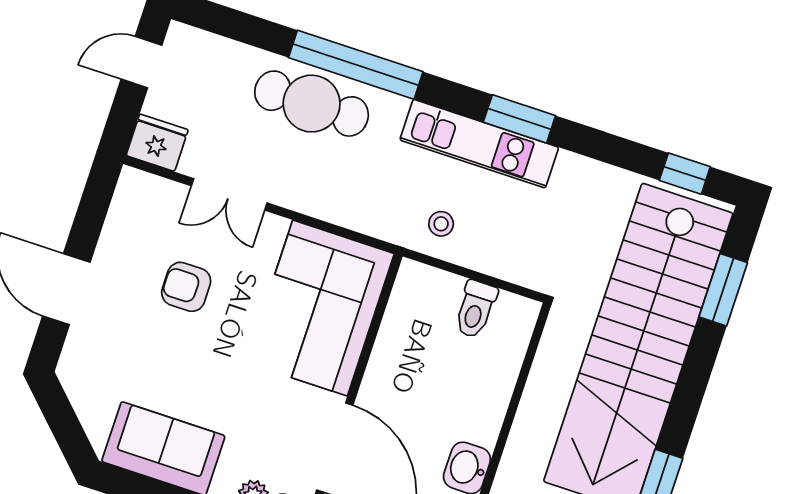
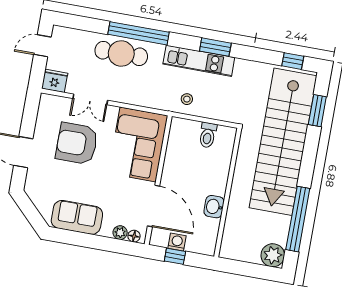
armchair: (186, 287) -> (77, 144), width x1.88, depth x1.88

